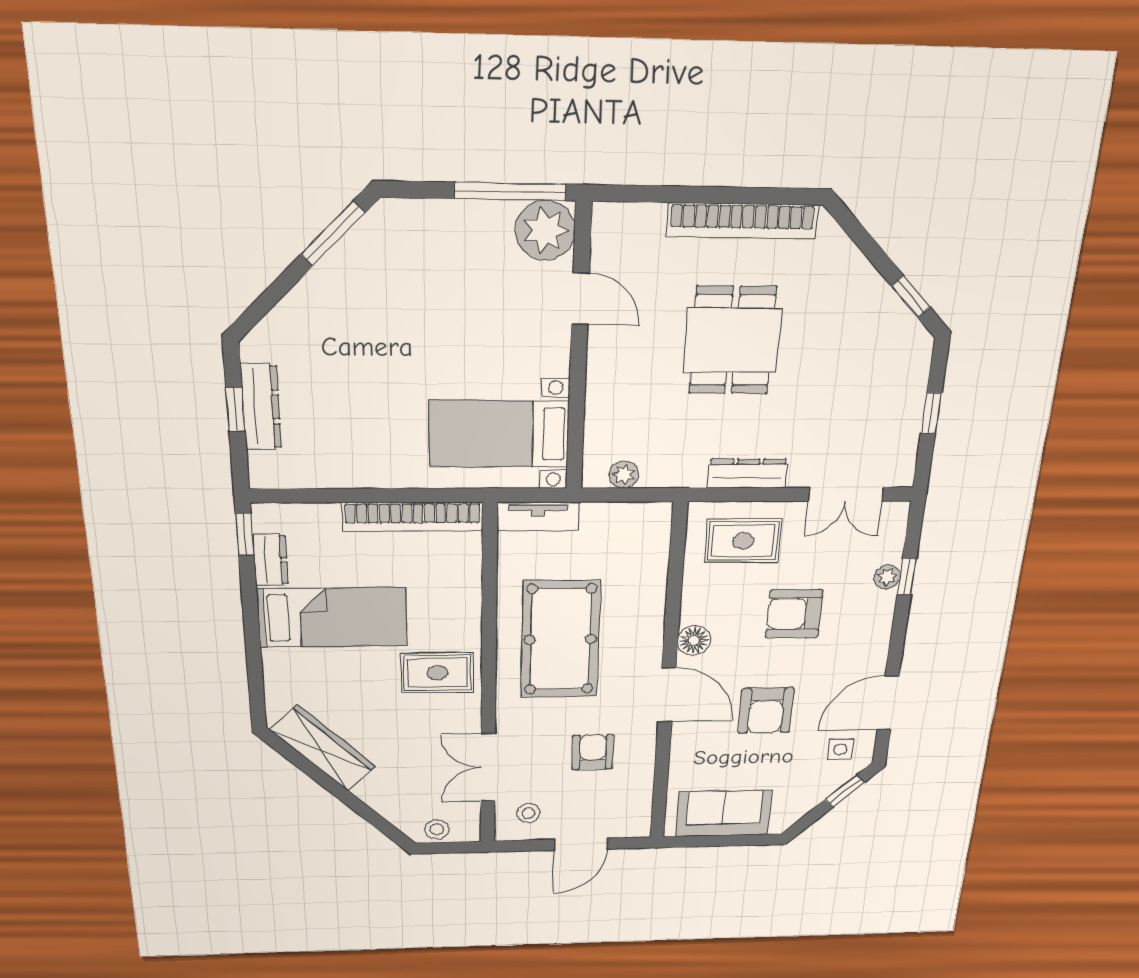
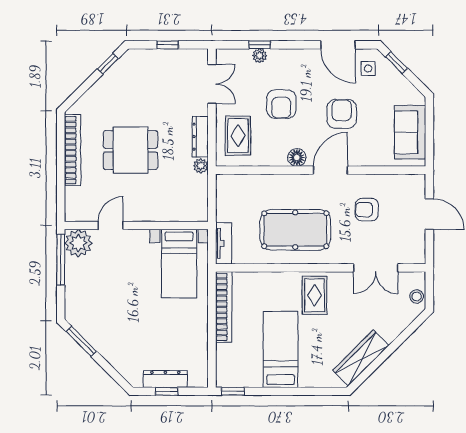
plant: (624, 475) -> (201, 166), moved
dresser: (270, 560) -> (247, 379), removed
armchair: (766, 711) -> (342, 114), turned -90
stool: (528, 813) -> (407, 245), removed

